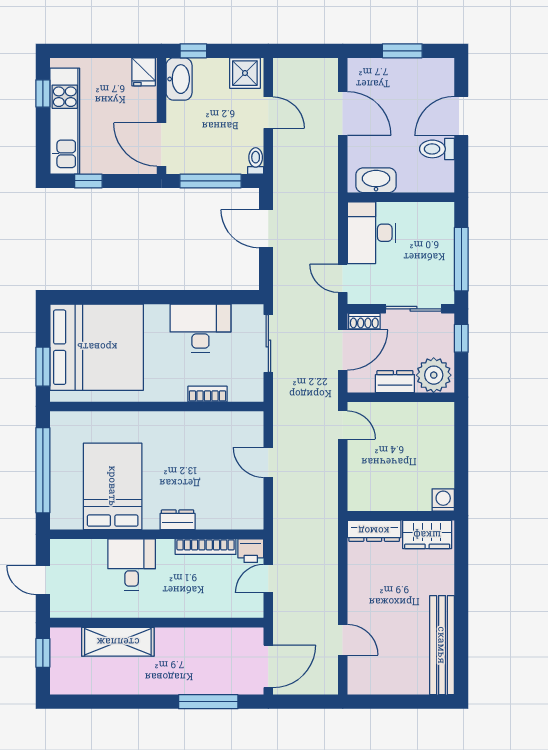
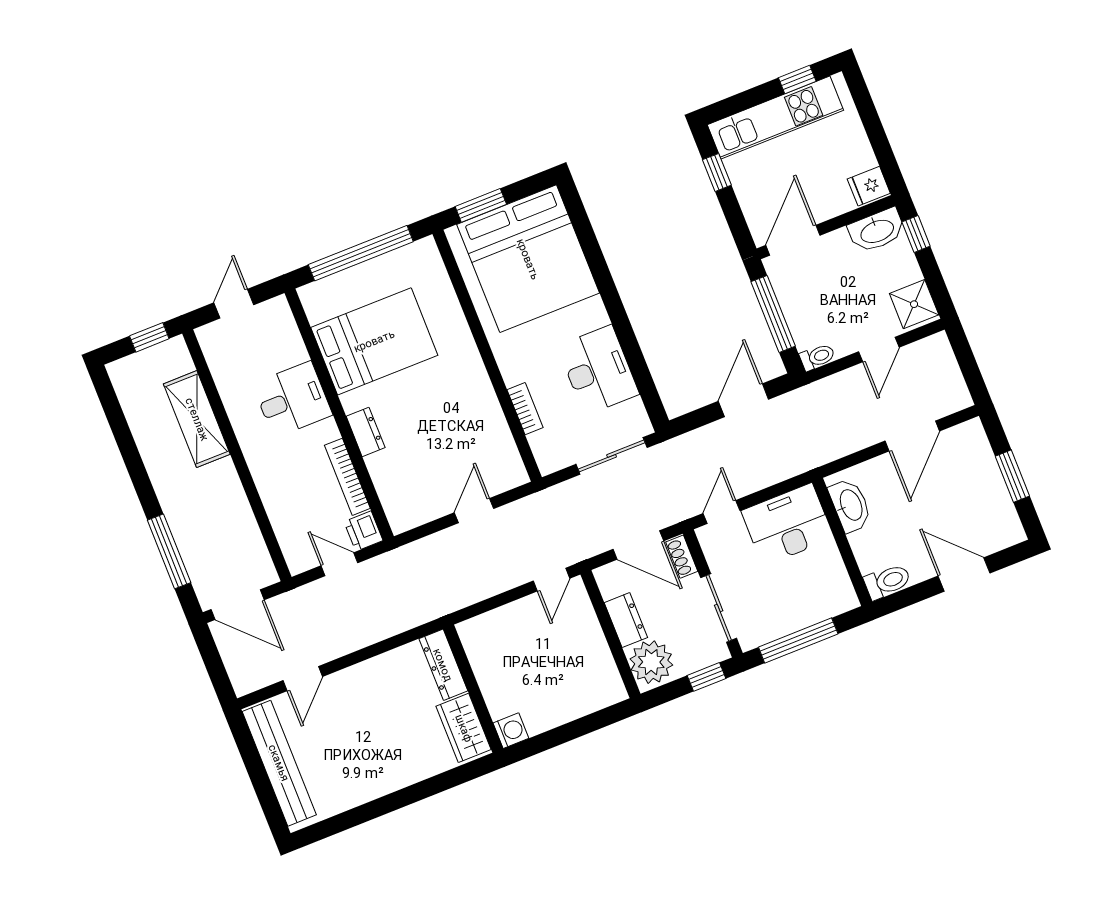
toilet: (437, 149) -> (887, 581), moved, turned 90
bench: (442, 645) -> (279, 763), moved, turned 90

